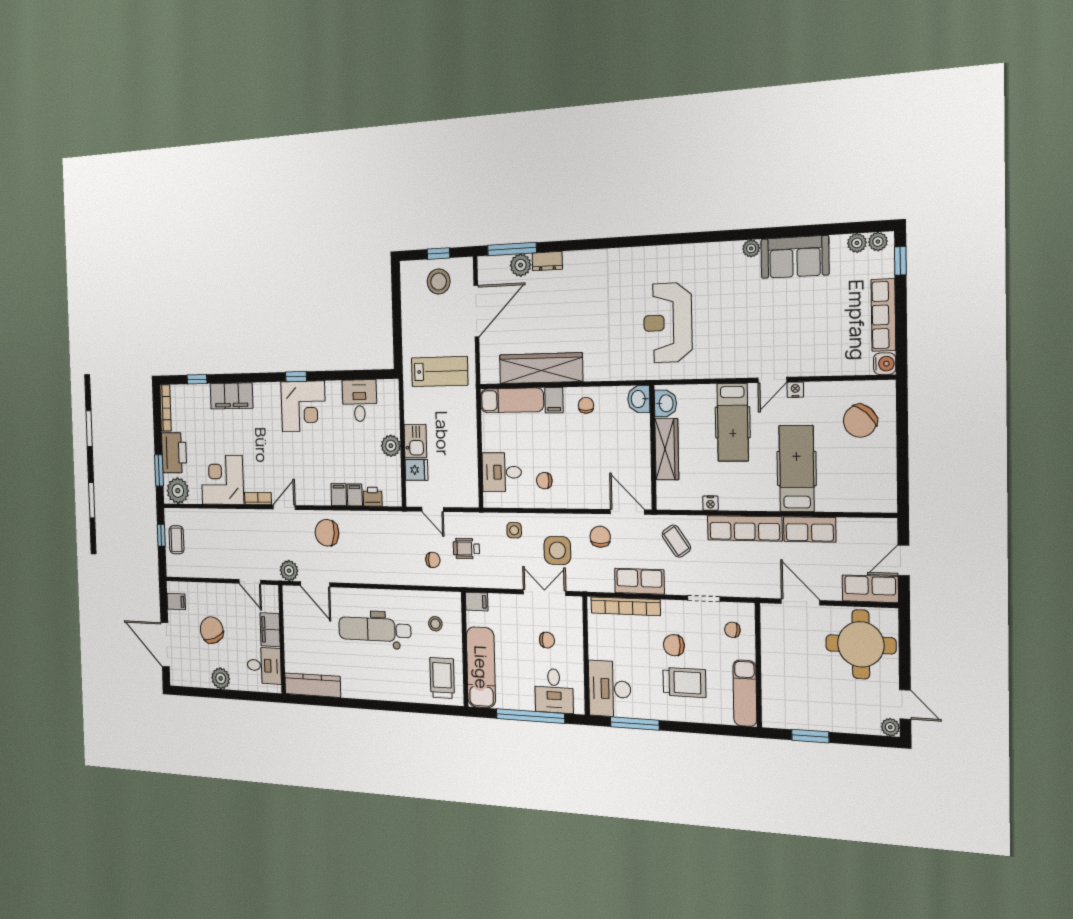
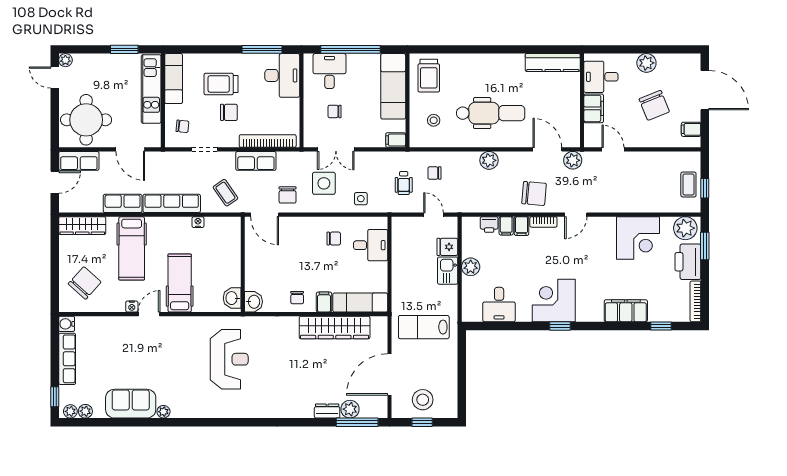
wardrobe: (667, 449) -> (82, 226), moved, turned -90
bookcase: (258, 499) -> (543, 222), moved
wheelchair: (466, 549) -> (404, 183), turned 90
plant: (375, 573) -> (489, 160), added
kitchen unit: (774, 681) -> (151, 89), added

